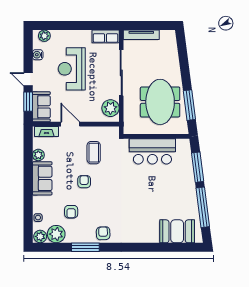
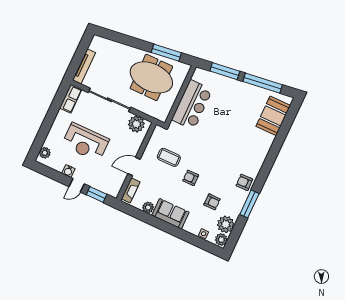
water cooler: (38, 55) -> (68, 171), moved
sofa: (41, 107) -> (107, 185), removed

